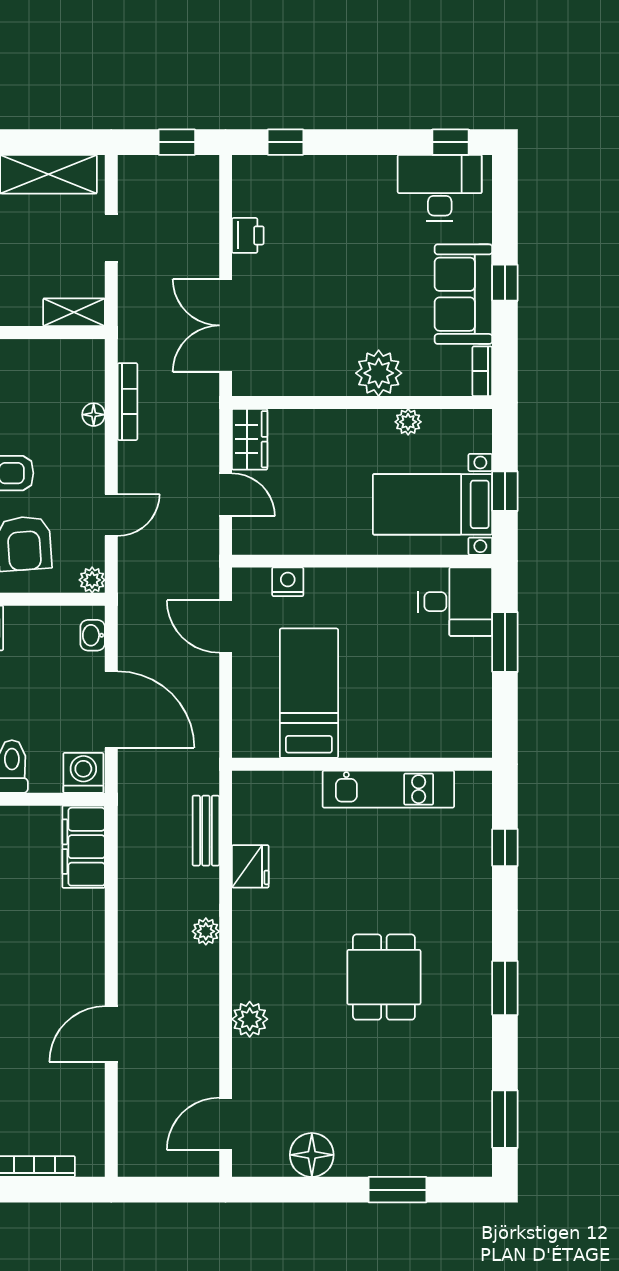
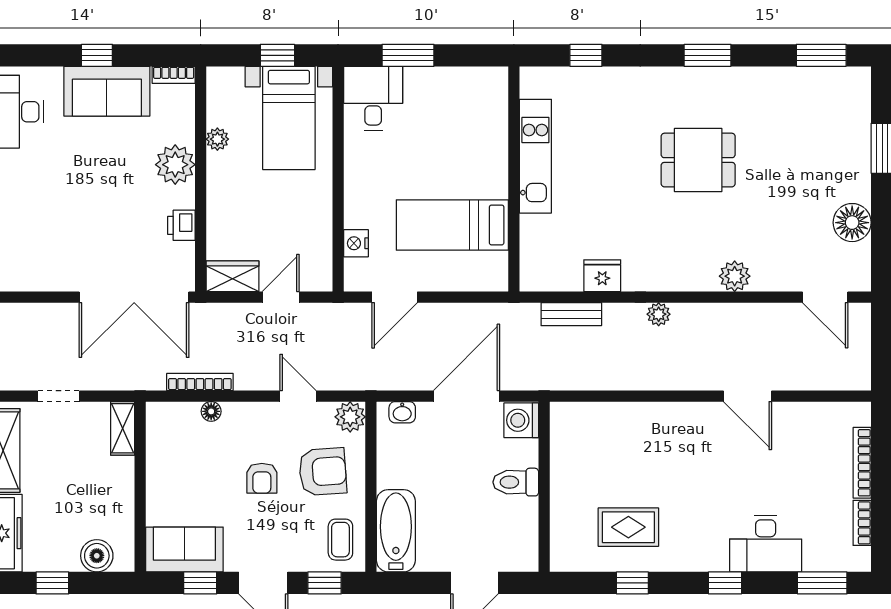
printer: (248, 235) -> (181, 225), moved, turned -90
double door: (226, 325) -> (134, 297), width x1.36
plant: (92, 580) -> (350, 417), width x1.38, depth x1.38
filing cabinet: (84, 847) -> (585, 420), removed

